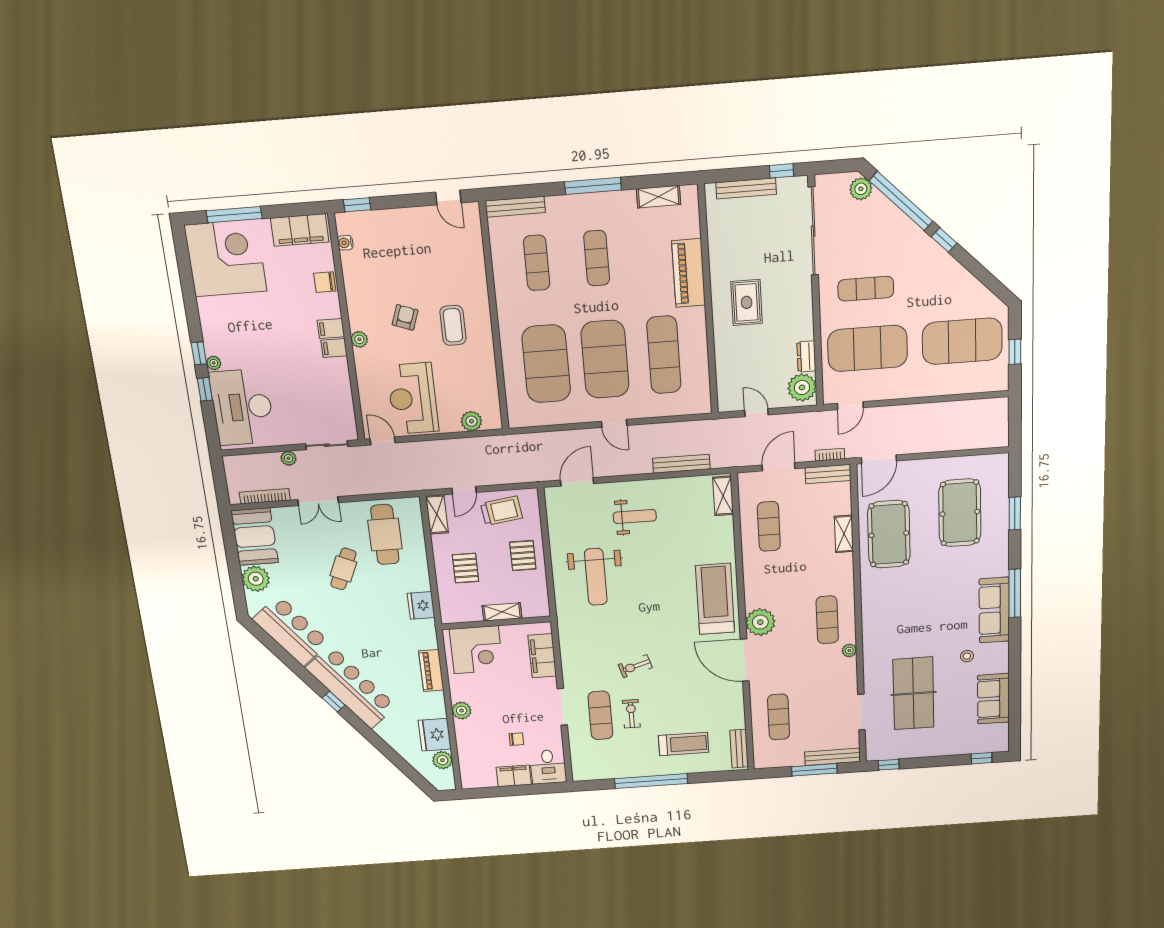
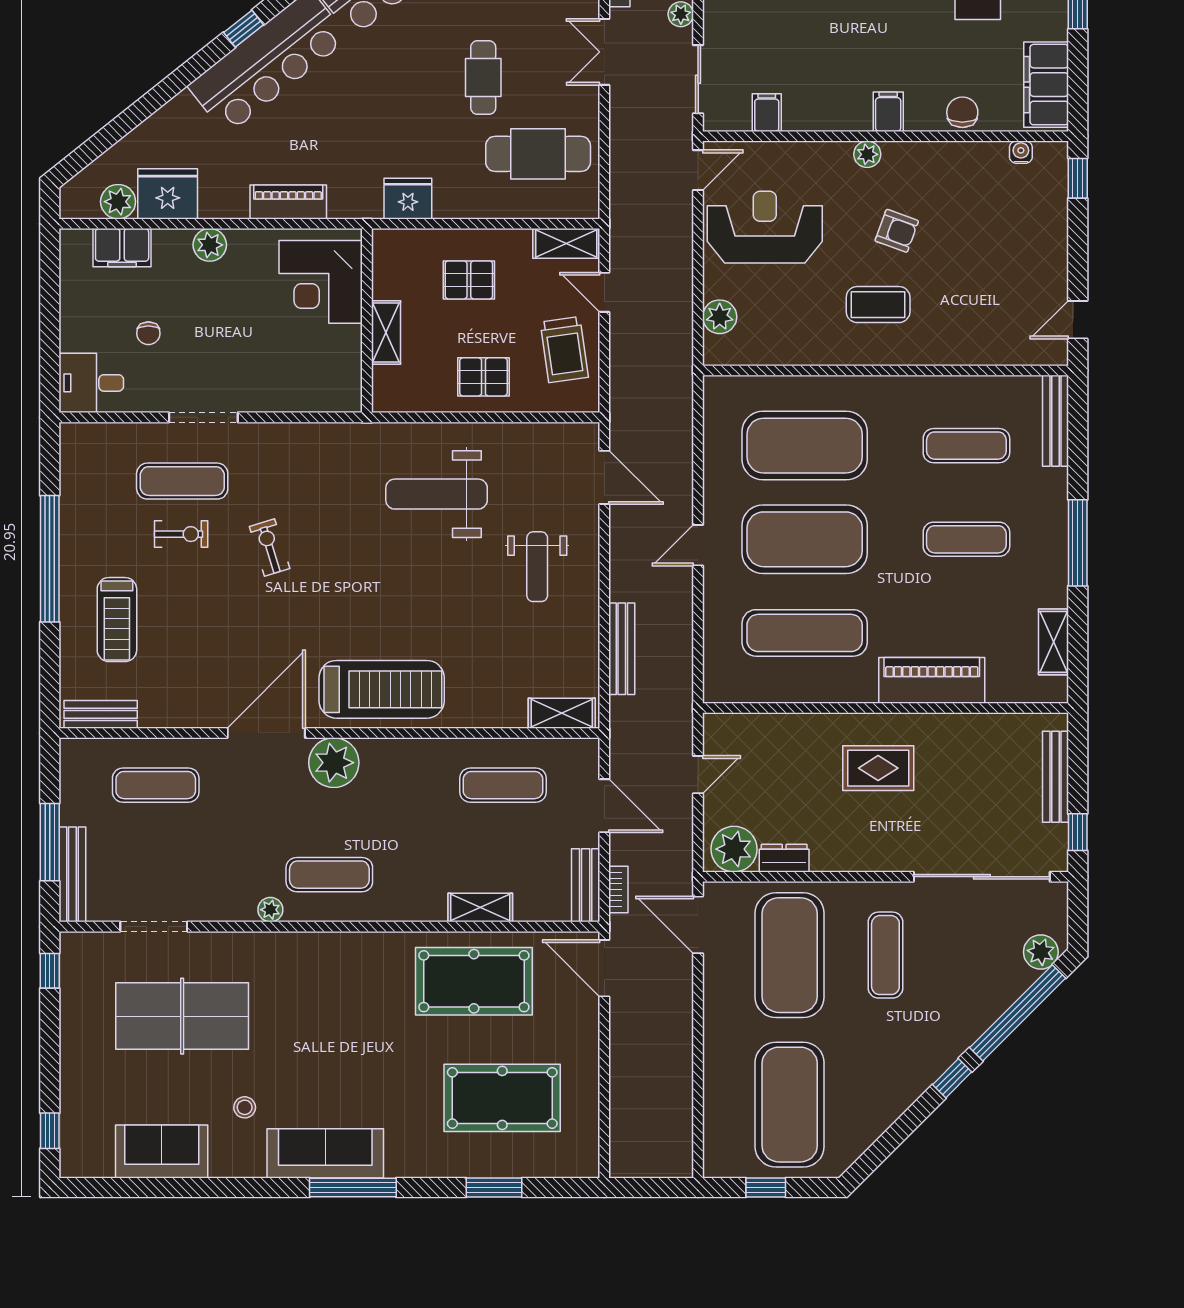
filing cabinet: (334, 348) -> (767, 113), moved
door: (850, 406) -> (698, 925), width x1.38
cafe table: (343, 569) -> (483, 78), turned 66
filing cabinet: (542, 656) -> (301, 392), removed
filing cabinet: (514, 776) -> (122, 248), moved, turned 90

